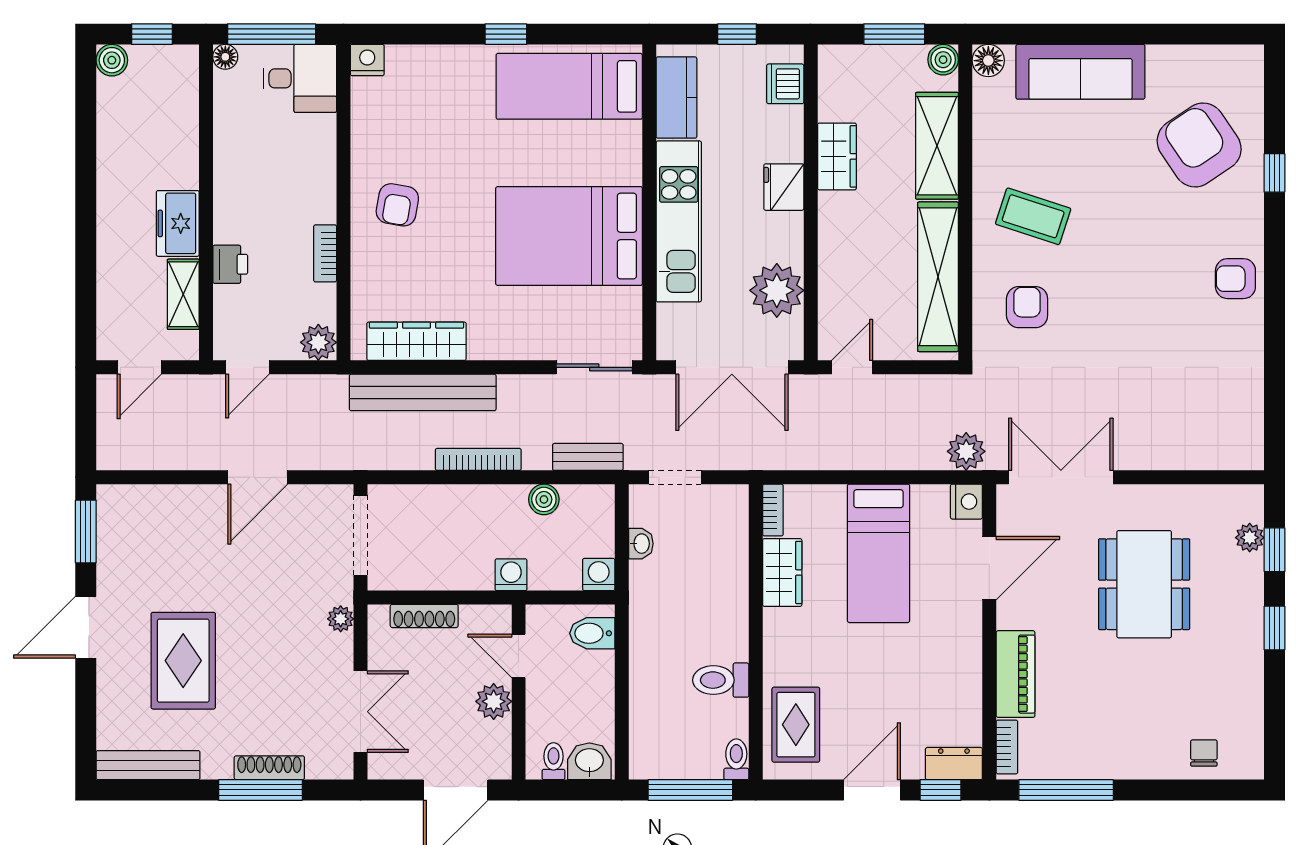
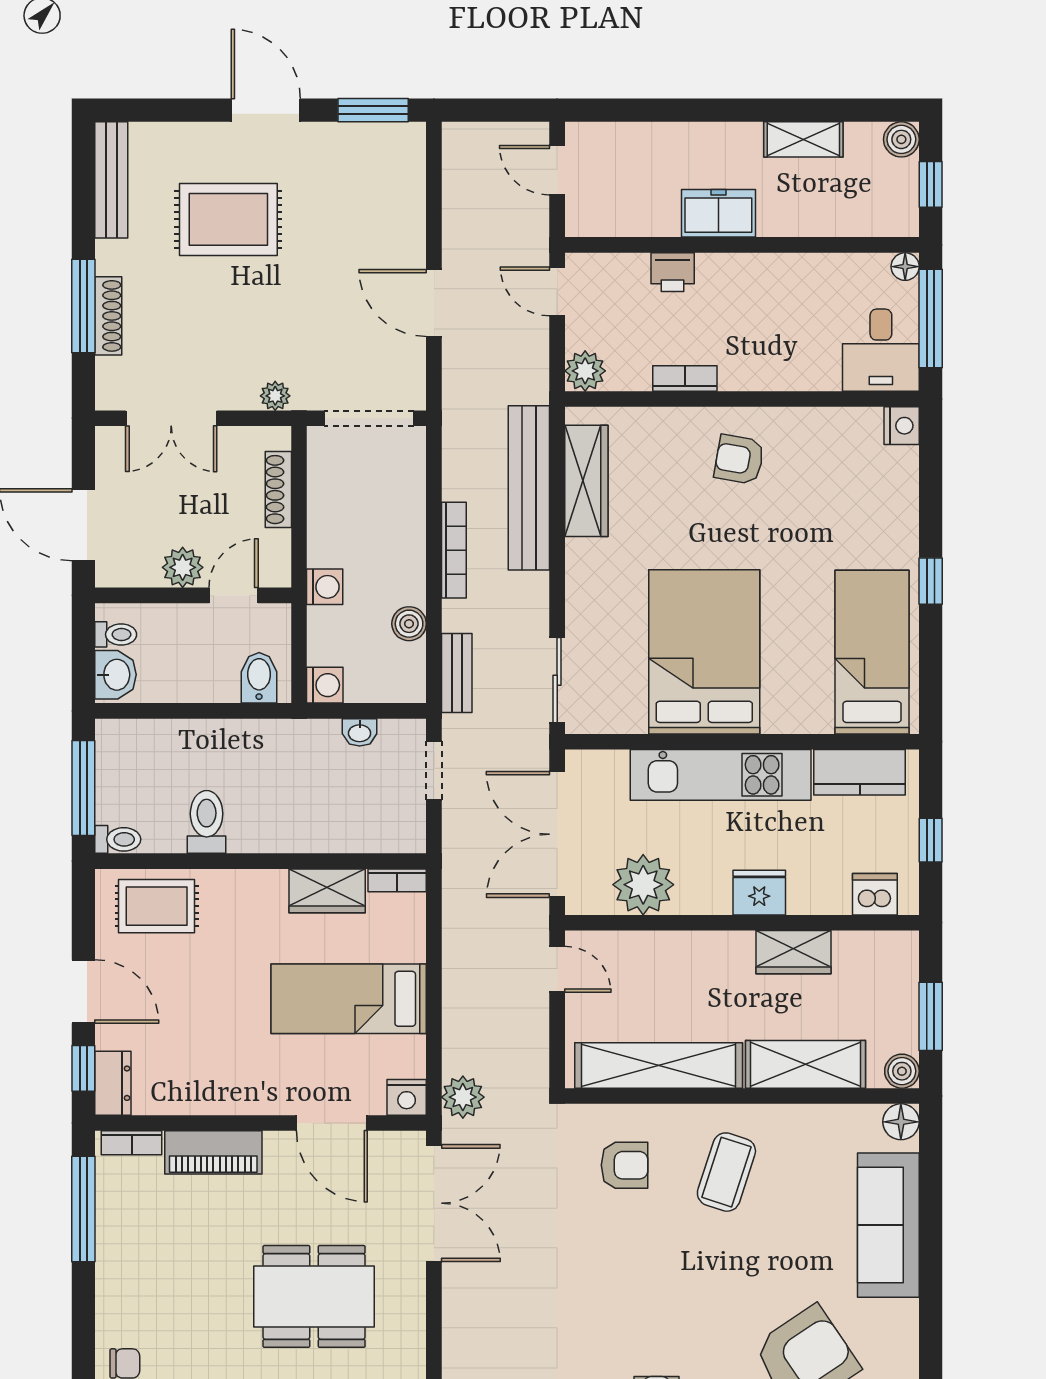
shelving: (183, 294) -> (803, 139), moved

